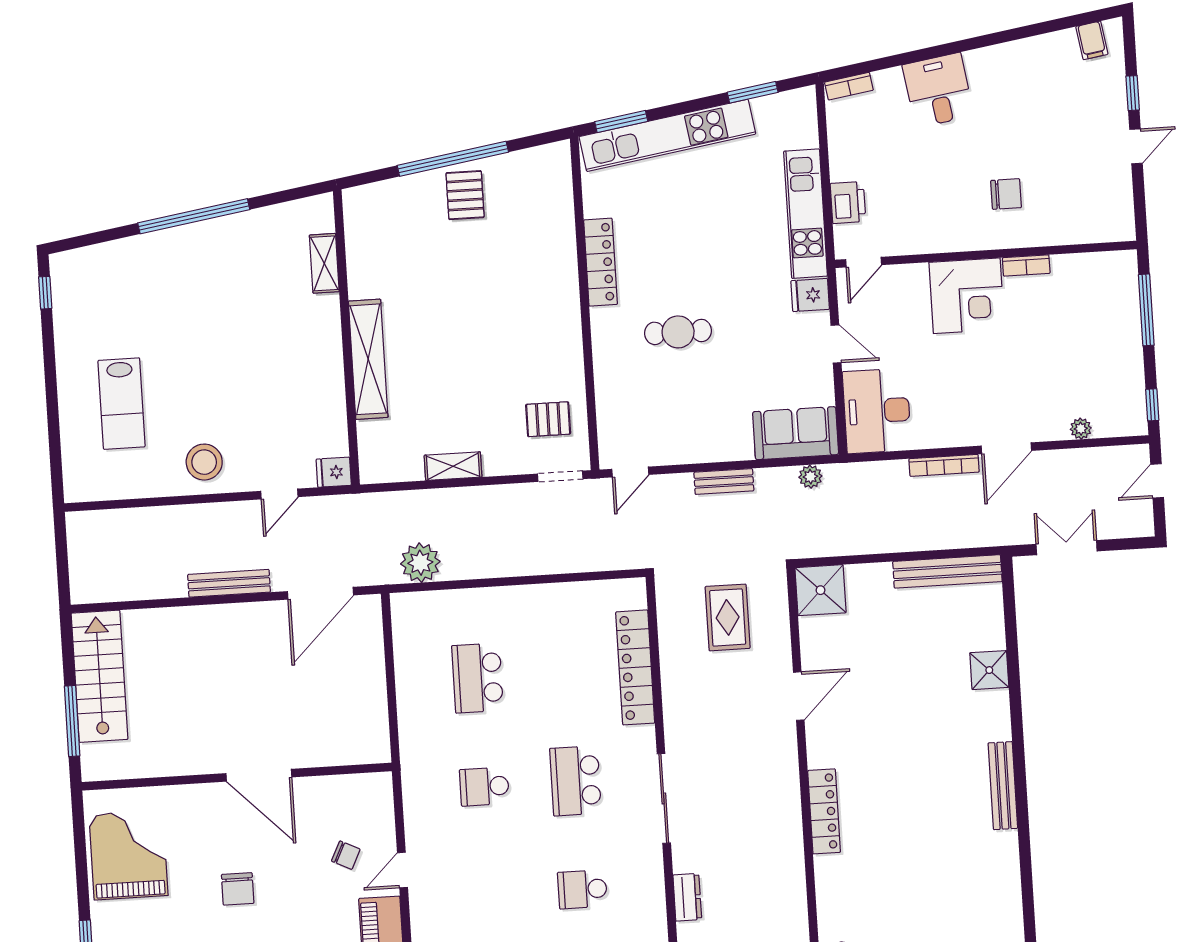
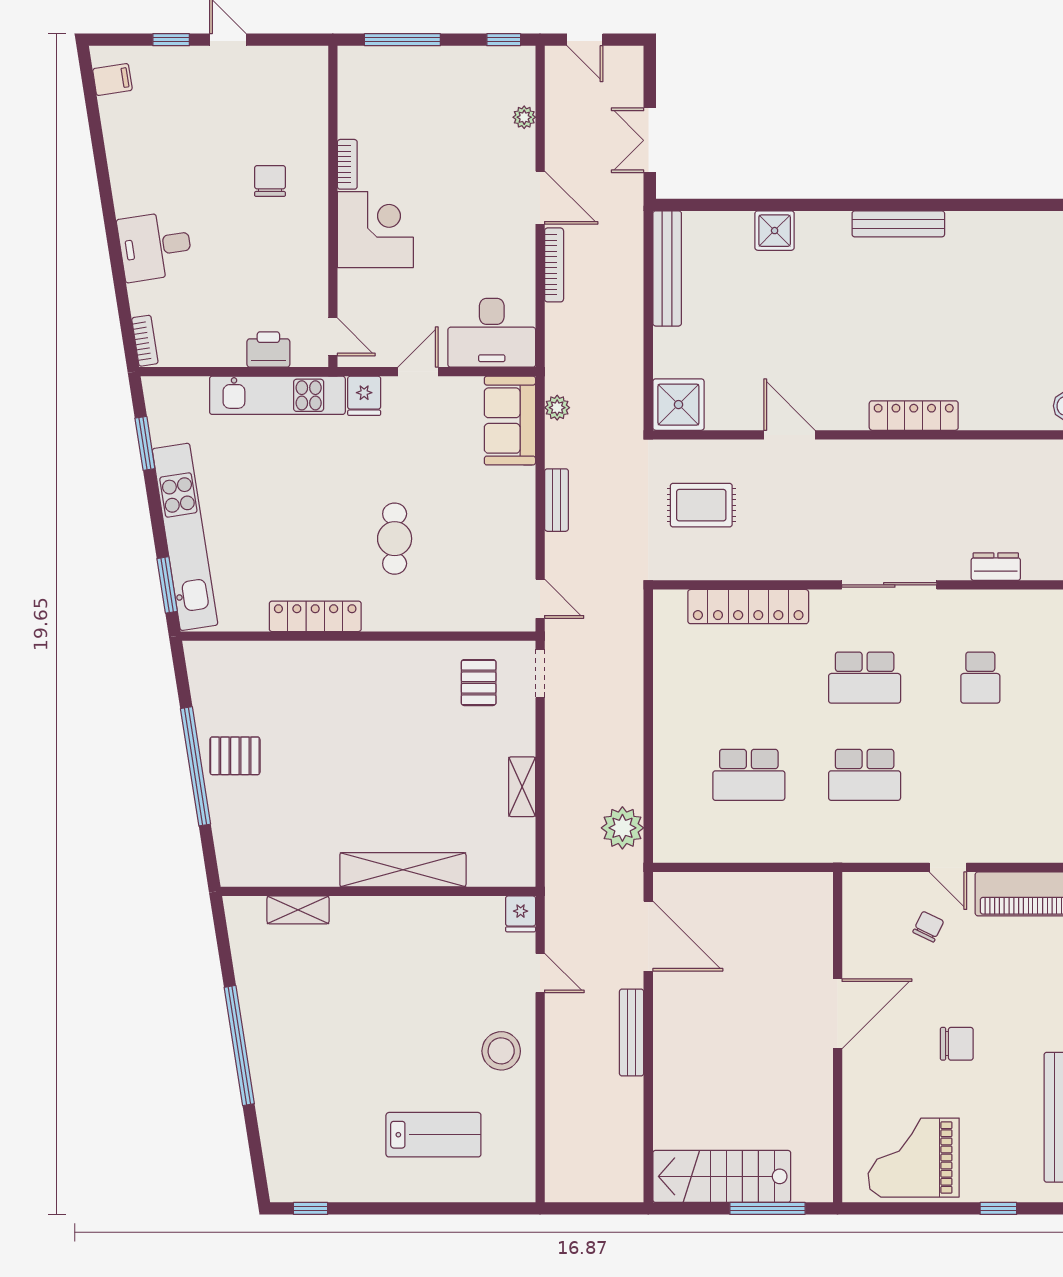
school desk: (484, 787) -> (865, 775), width x1.85

